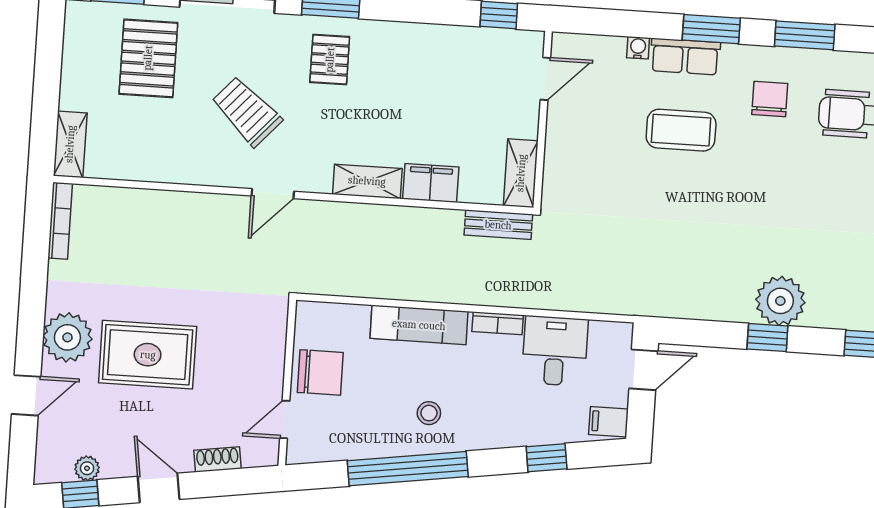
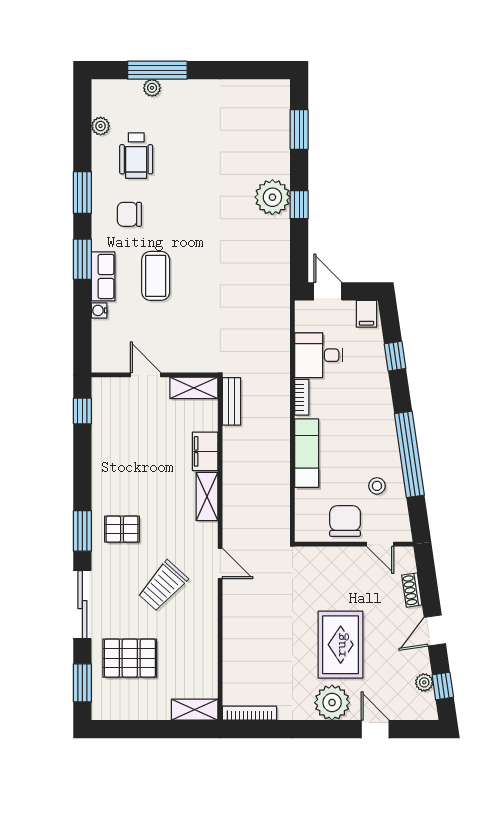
door: (545, 79) -> (146, 375), moved
stool: (429, 413) -> (377, 486), moved

